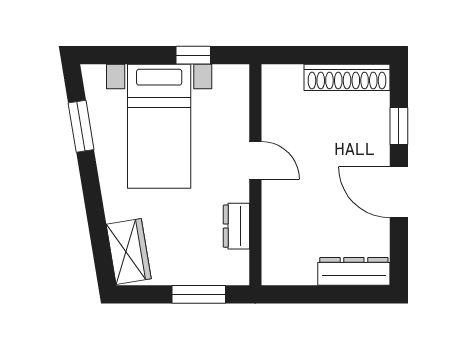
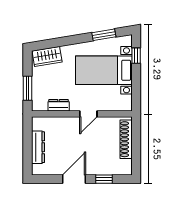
window: (193, 55) -> (136, 56), moved
shoe rack: (347, 77) -> (126, 139), moved
dresser: (354, 271) -> (38, 147), moved

